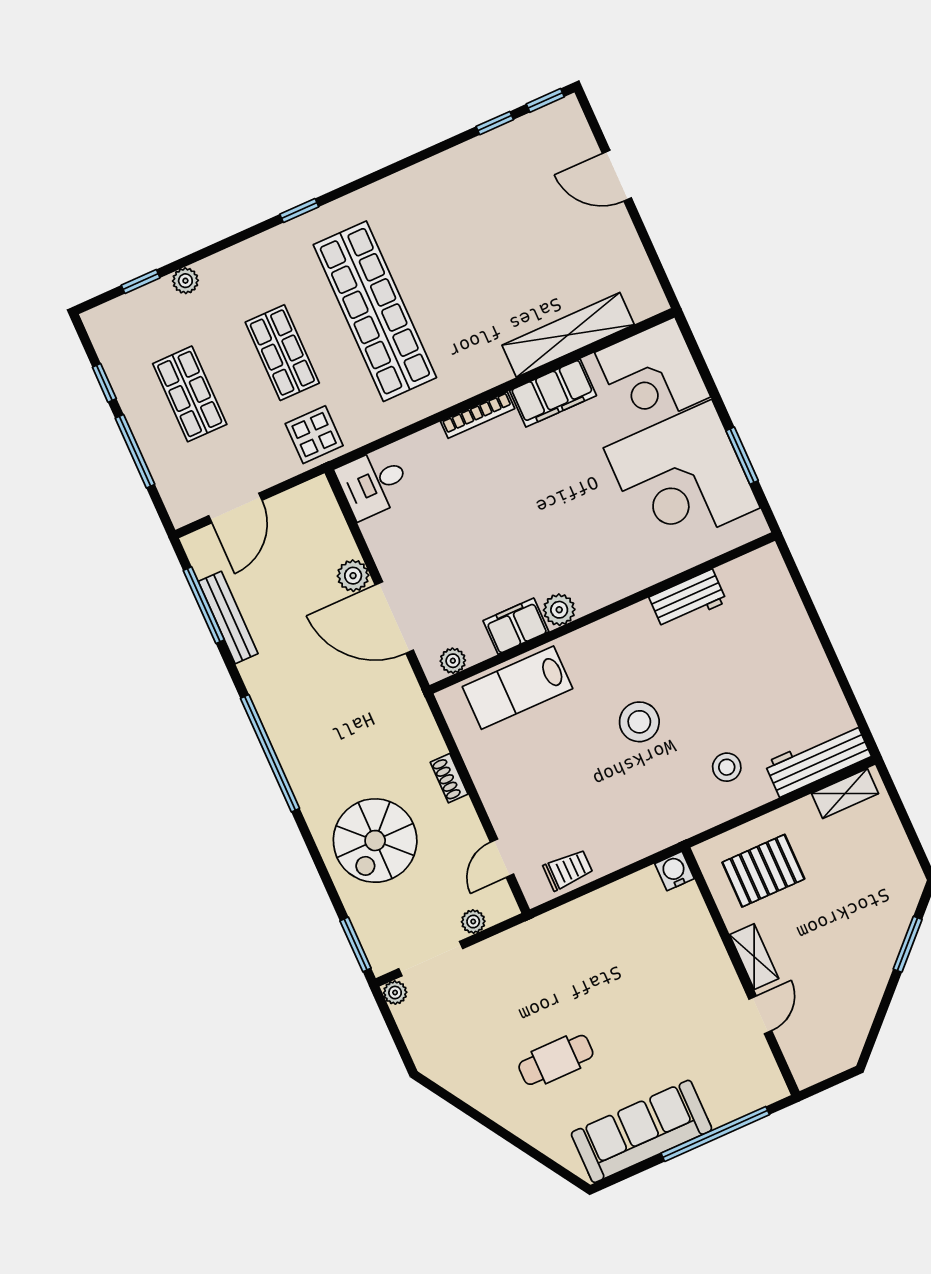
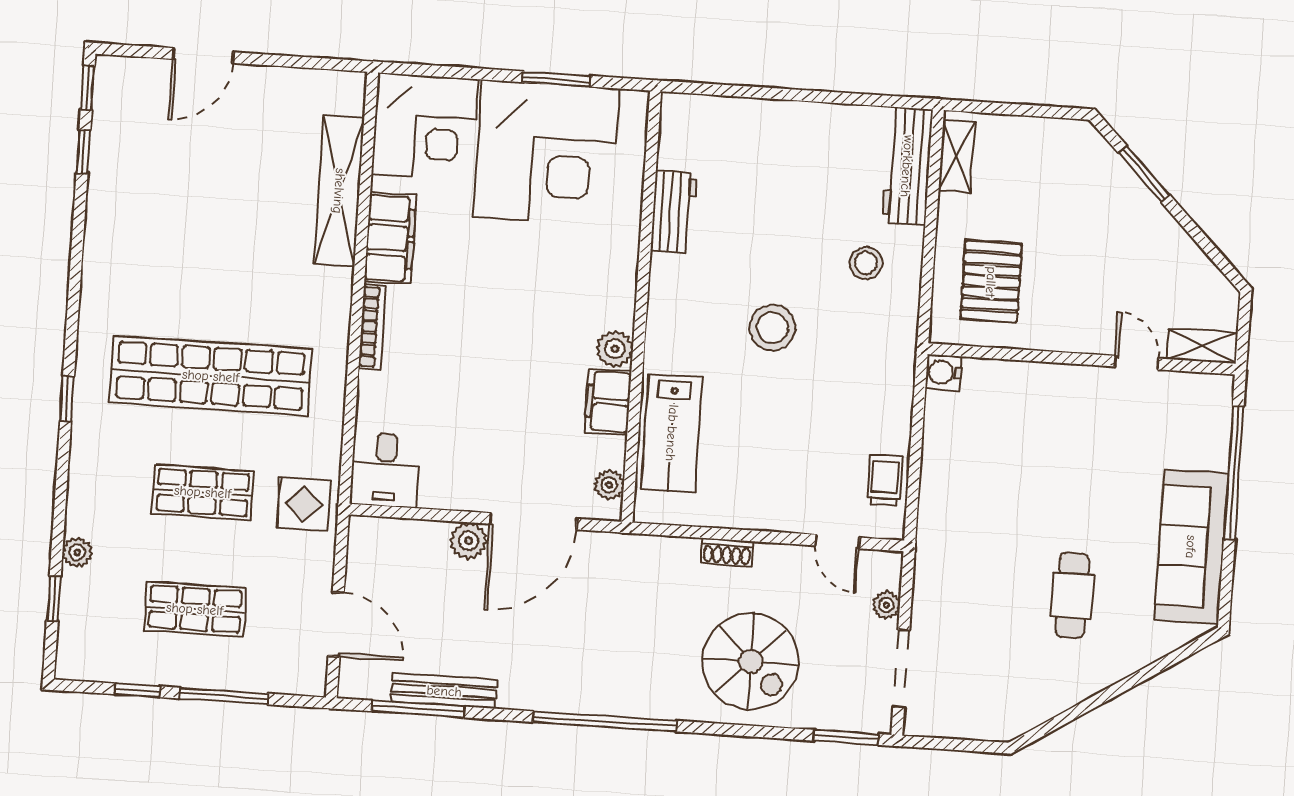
shelving: (754, 957) -> (1202, 346), moved
plant: (395, 993) -> (917, 723), removed

